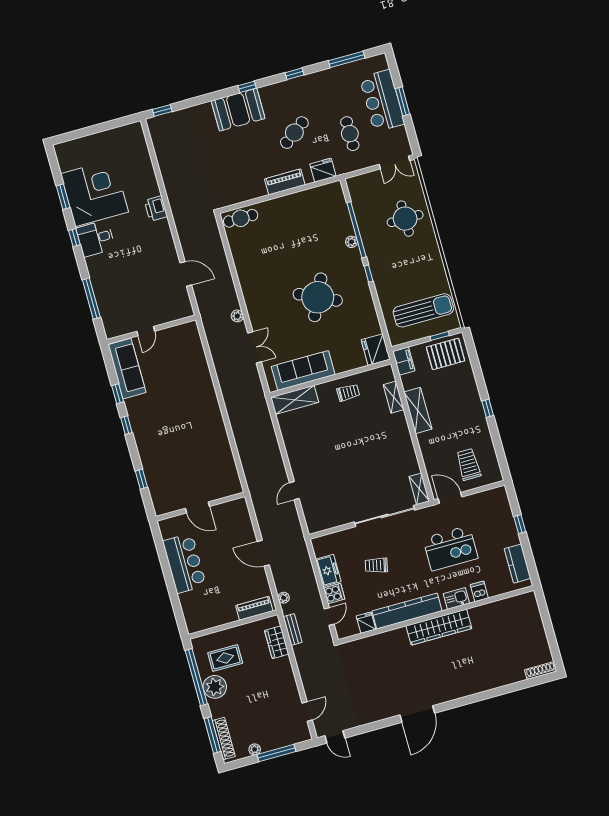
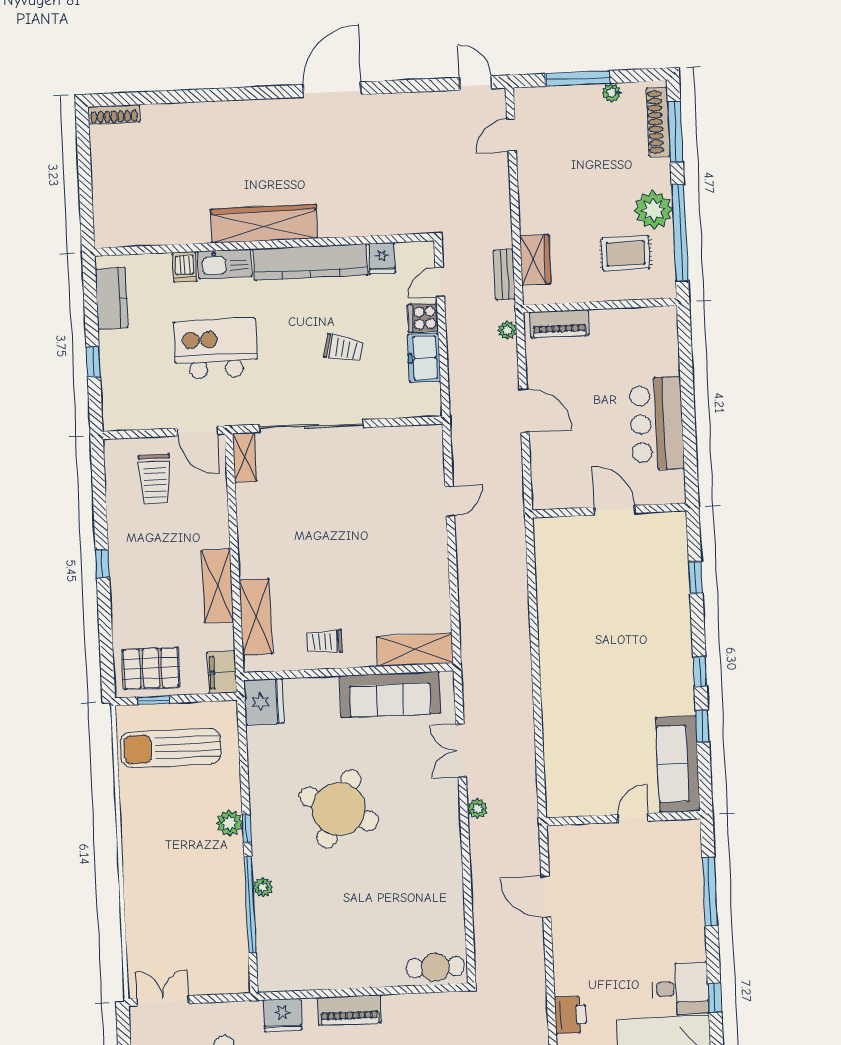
round table: (405, 219) -> (166, 905), removed
plant: (379, 275) -> (229, 823), added
shelving: (394, 397) -> (256, 617), width x1.50, depth x1.33
kitchen sink: (456, 598) -> (225, 264), width x1.38

